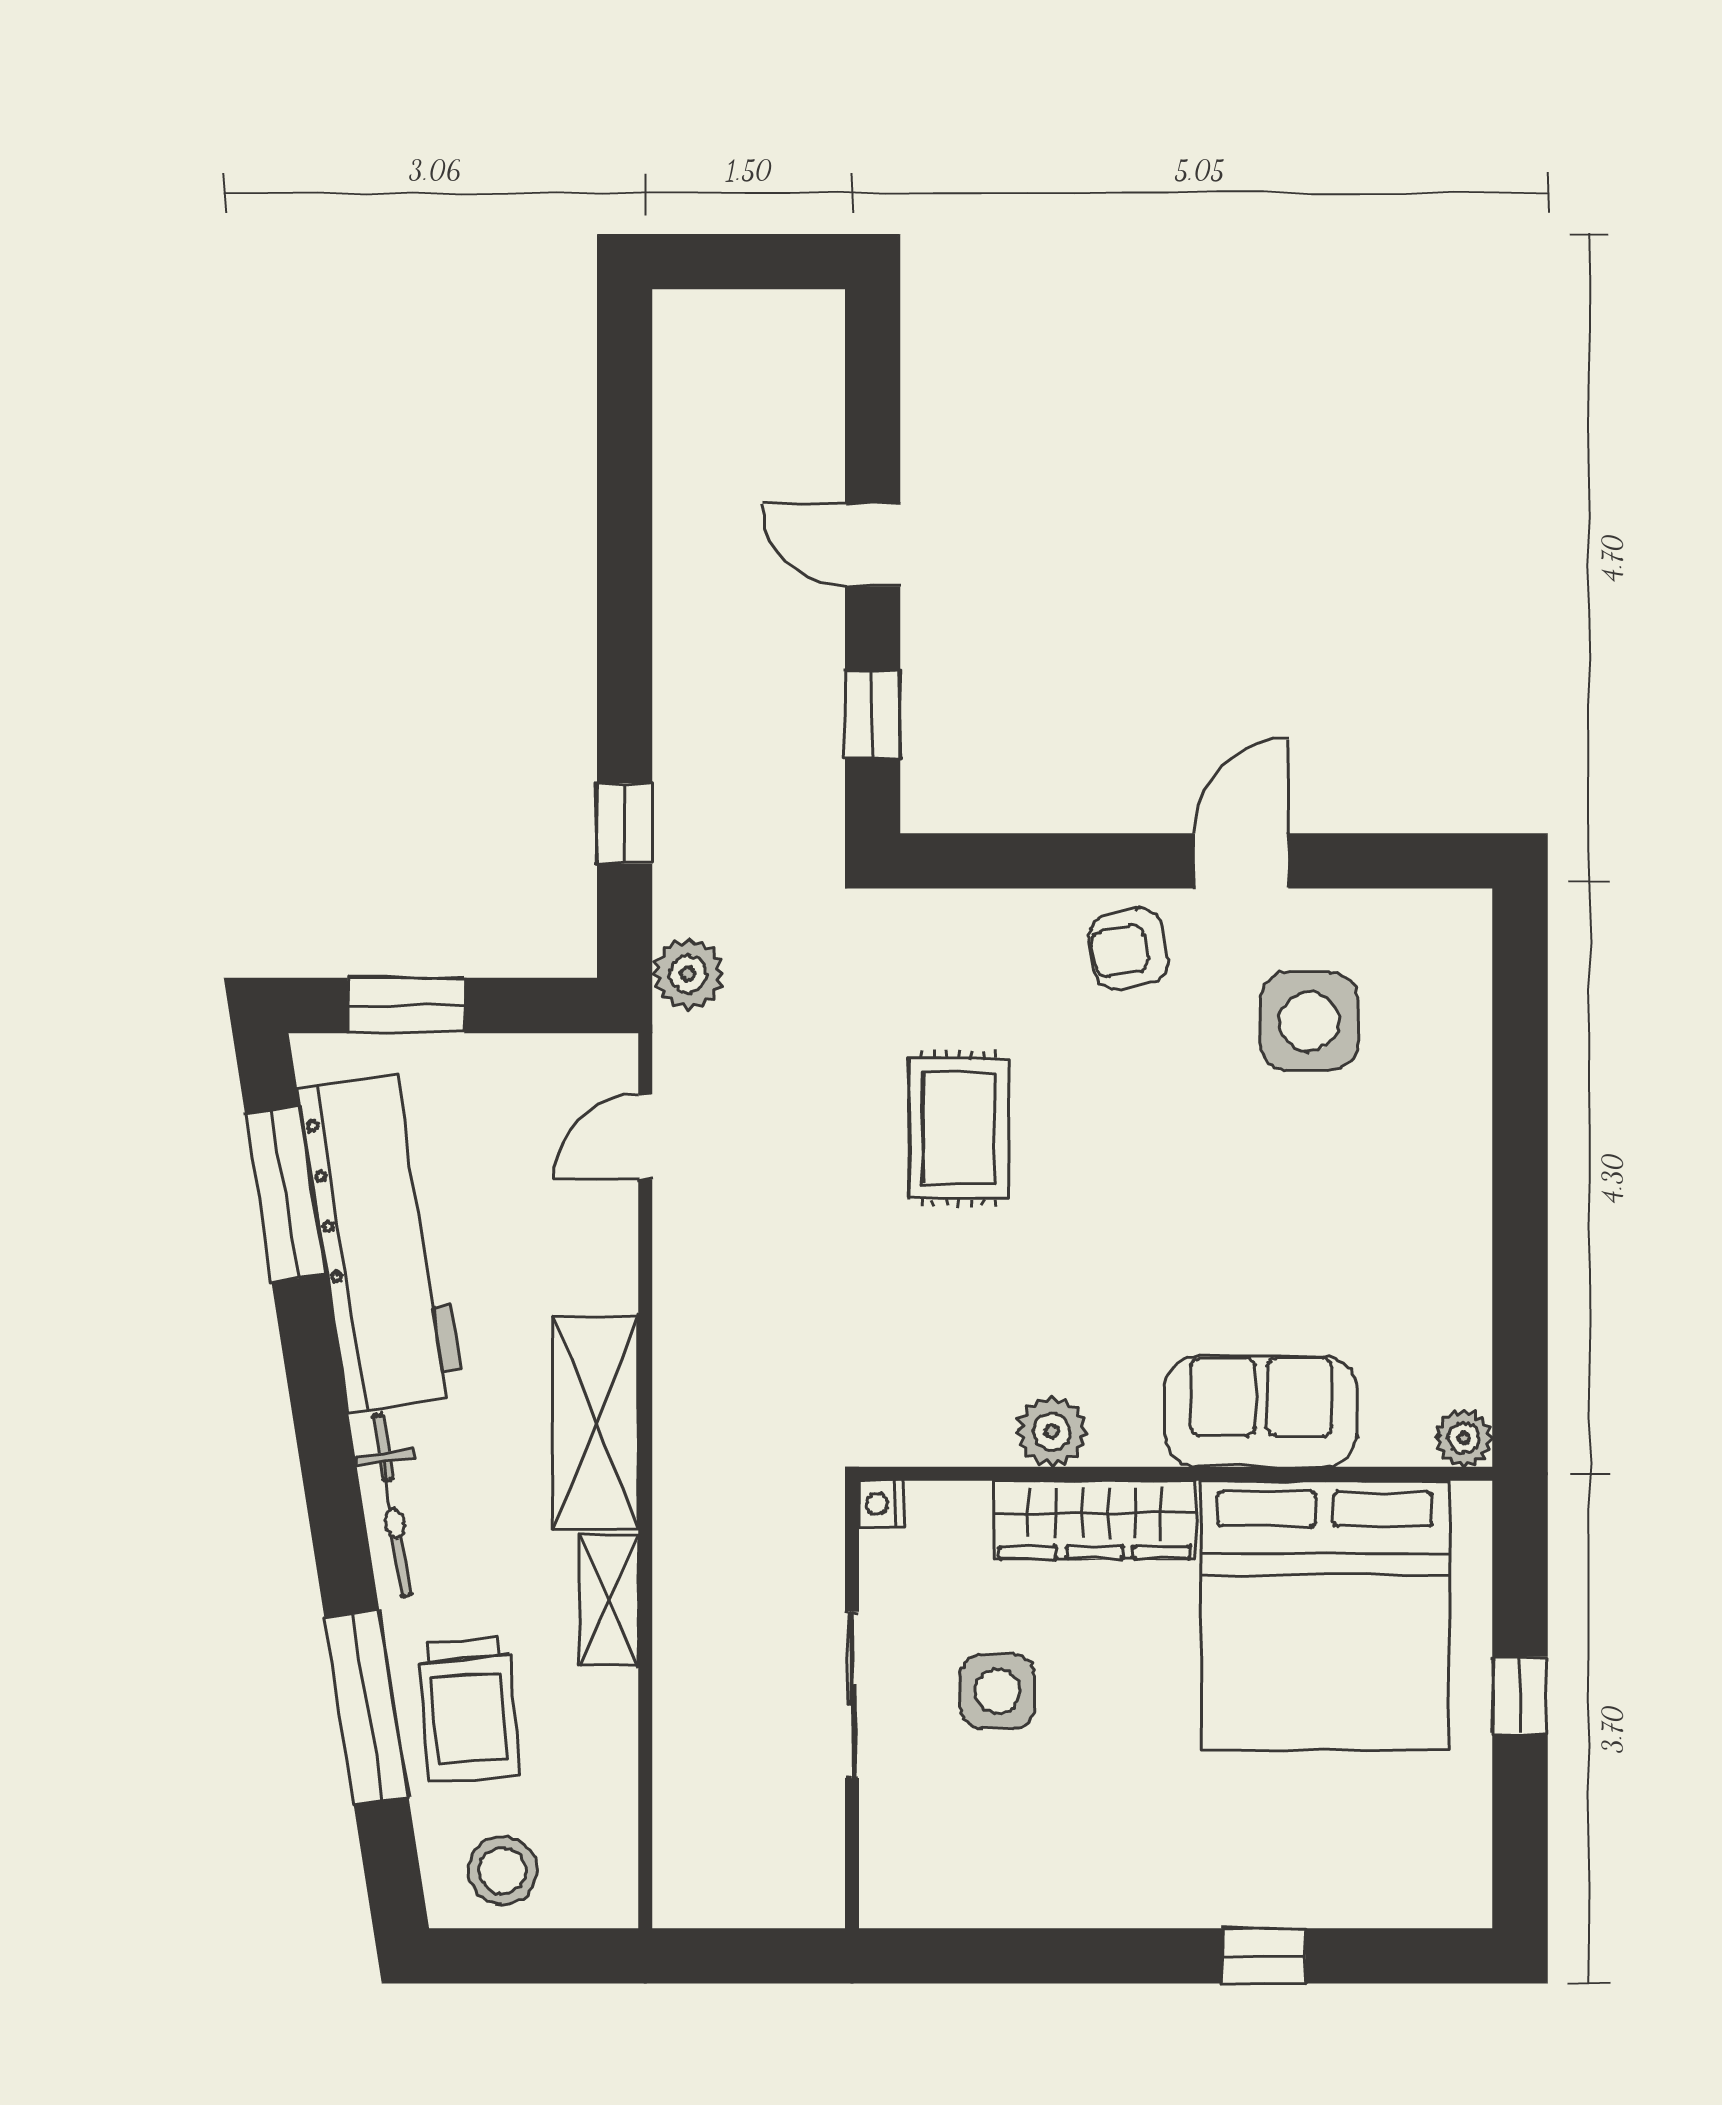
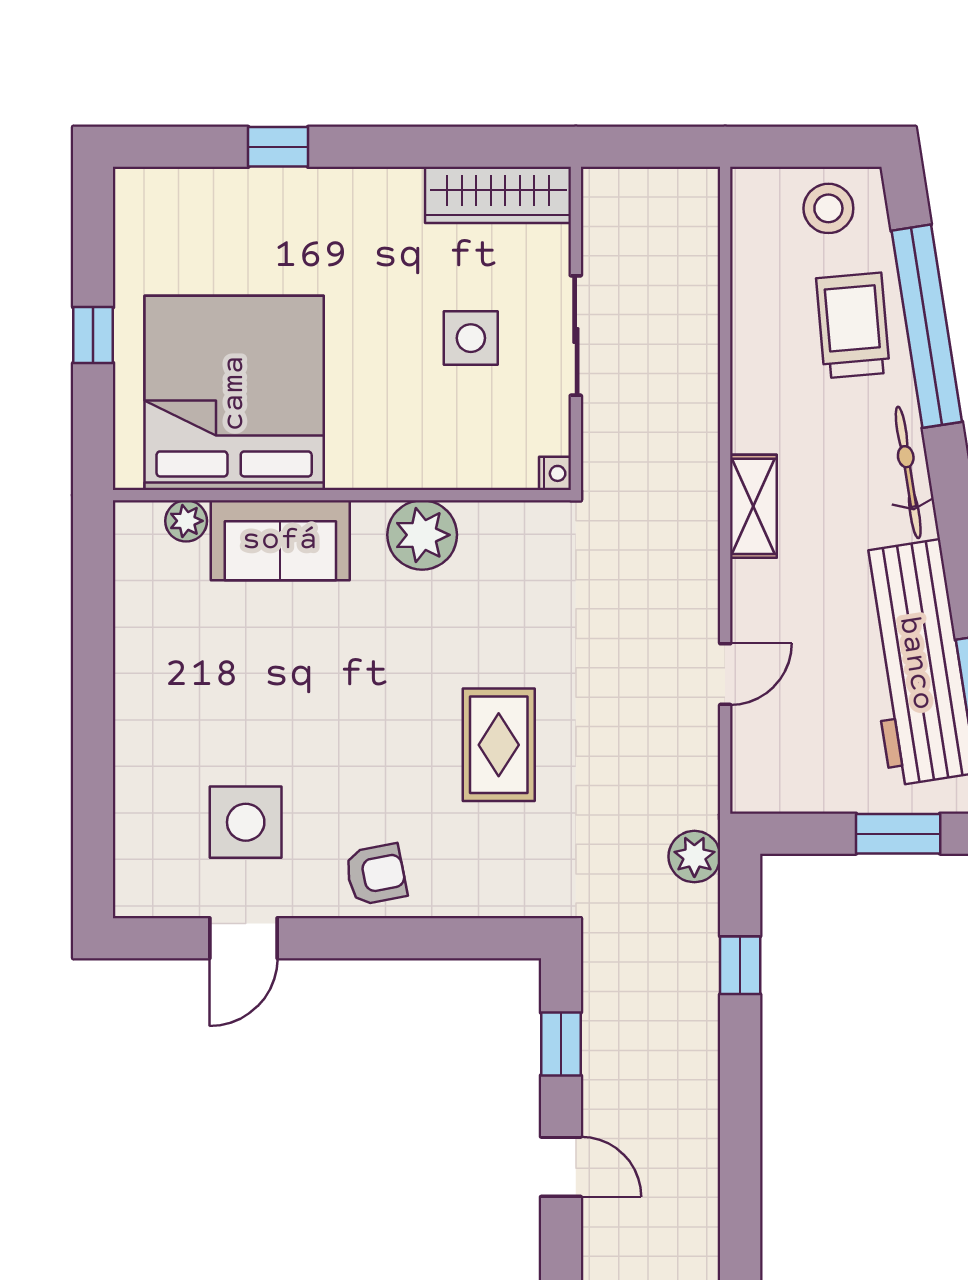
door: (1241, 861) -> (244, 938), moved
door: (645, 1137) -> (725, 674), moved
shelving: (596, 1423) -> (753, 506), width x0.67, depth x0.75
plant: (1052, 1432) -> (422, 535), width x1.36, depth x1.36
plant: (1464, 1438) -> (186, 521), moved
wardrobe: (1095, 1520) -> (498, 195), moved, turned 180
shelving: (609, 1600) -> (751, 404), removed
window: (366, 1708) -> (927, 326), width x1.46

